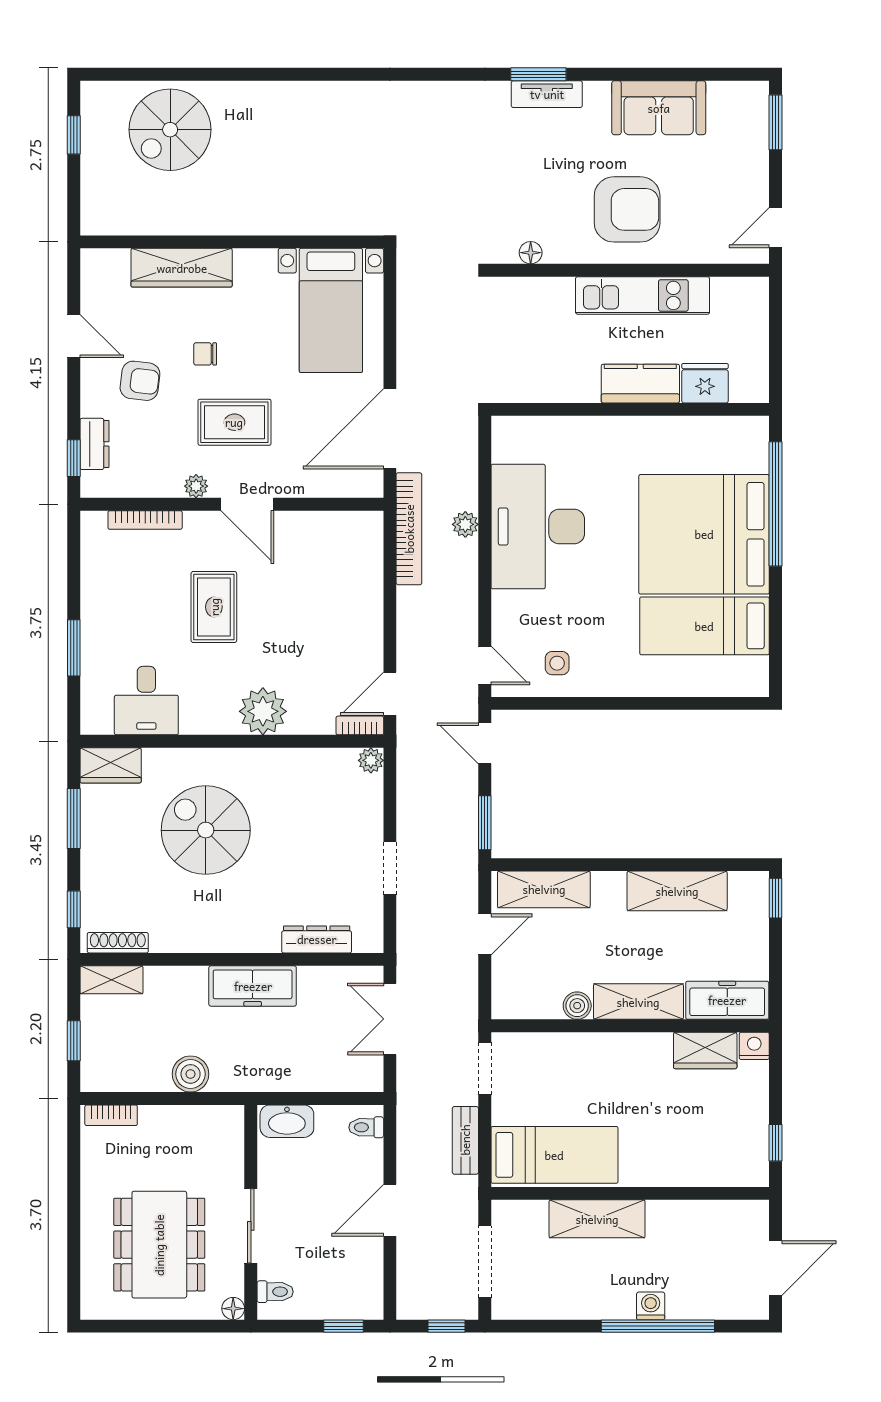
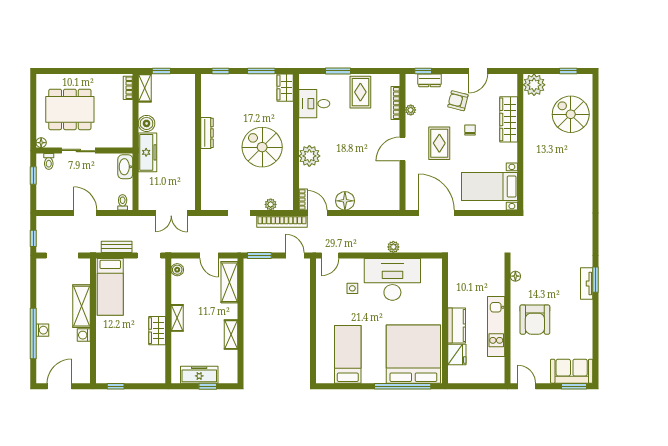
sofa: (659, 108) -> (572, 371), moved, turned 90
plant: (104, 211) -> (534, 85), added
armchair: (140, 381) -> (458, 101), turned 97
plant: (196, 486) -> (411, 110), moved
bookcase: (409, 529) -> (282, 222), moved
bed: (704, 534) -> (413, 354), moved
rug: (214, 607) -> (360, 92), moved, turned 90
floor lamp: (363, 632) -> (345, 201), added
side table: (557, 663) -> (352, 288), moved
door: (485, 743) -> (295, 256), hinge flipped
plant: (371, 760) -> (271, 204), moved
spiral stairs: (206, 830) -> (262, 147), moved, turned -90
shelving: (677, 891) -> (231, 335), width x0.67, depth x0.75
window: (776, 898) -> (208, 386), moved
dresser: (317, 939) -> (207, 133), moved
shoe rack: (118, 943) -> (205, 91), removed
shelving: (111, 980) -> (145, 88), moved
freezer: (253, 986) -> (147, 152), moved, turned 180
freezer: (727, 1000) -> (199, 375), moved, turned -90
shelving: (638, 1002) -> (177, 318), width x0.67, depth x0.75
boiler: (577, 1006) -> (177, 270), moved
double door: (390, 1019) -> (171, 213), swing flipped
nightstand: (754, 1046) -> (159, 377), removed
wardrobe: (705, 1050) -> (157, 331), moved
washing machine: (662, 1214) -> (84, 335), added
door: (776, 1268) -> (59, 386), swing flipped
window: (344, 1326) -> (33, 176), moved

